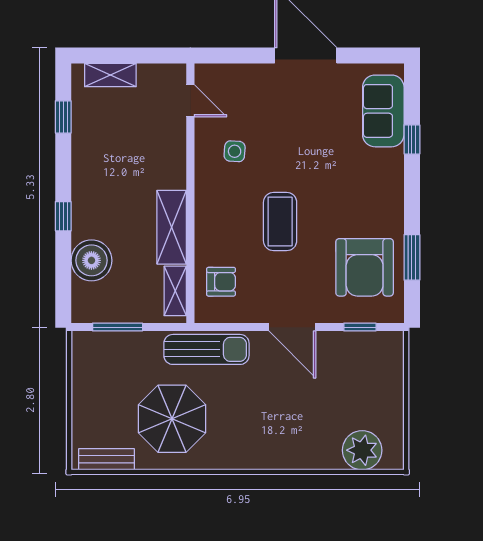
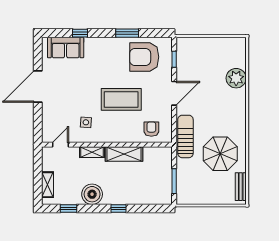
coffee table: (280, 222) -> (121, 99), width x1.36, depth x1.32
window: (412, 257) -> (127, 33), moved
boiler: (91, 260) -> (92, 194), moved
armchair: (365, 267) -> (144, 57), turned 180
shelving: (175, 291) -> (92, 152), moved
plant: (362, 450) -> (236, 78), moved

